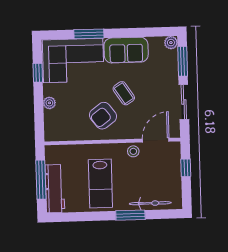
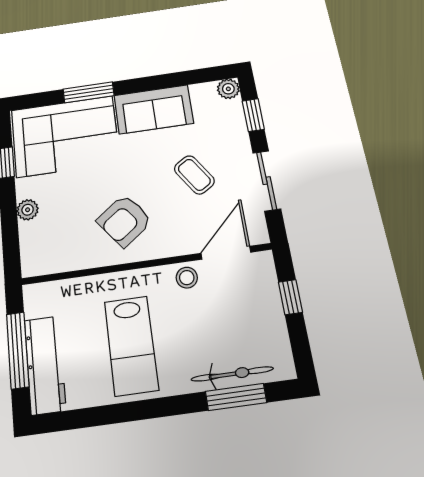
window: (183, 61) -> (253, 115), width x0.67
coffee table: (124, 93) -> (194, 175), moved
window: (130, 215) -> (236, 397), moved

